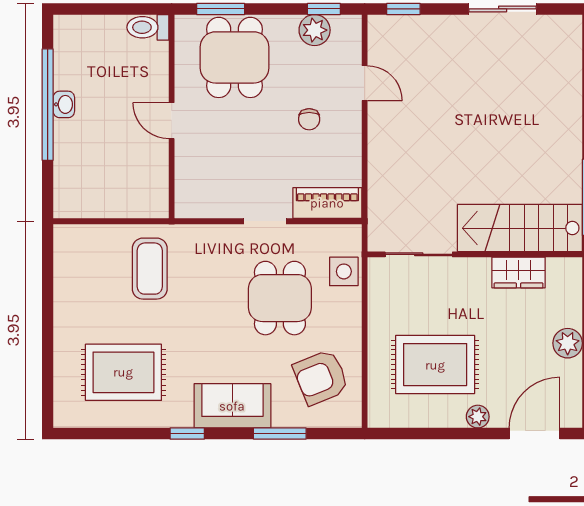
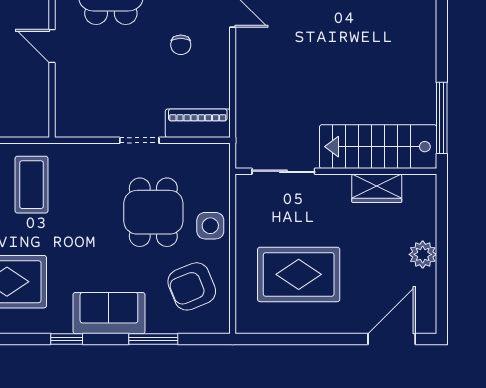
side table: (344, 271) -> (210, 226), moved
plant: (478, 417) -> (339, 323), removed

